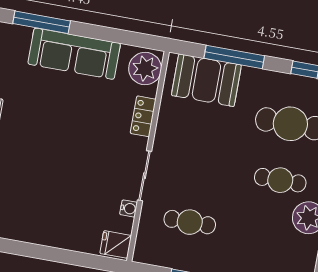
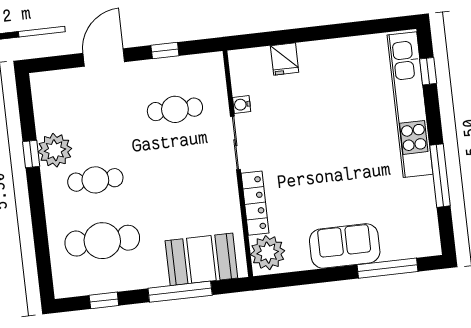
sofa: (74, 54) -> (345, 246), width x0.73
locker: (143, 116) -> (255, 203), width x1.53
fridge: (116, 244) -> (285, 59), moved, turned 90

